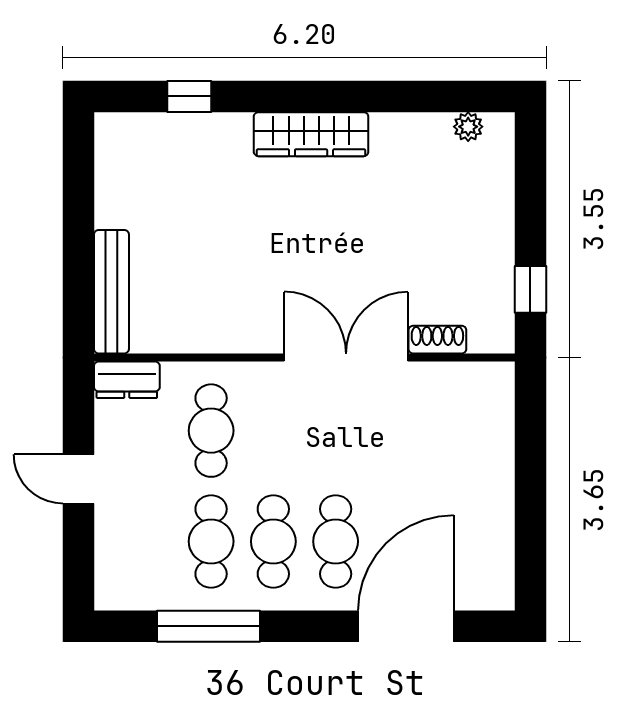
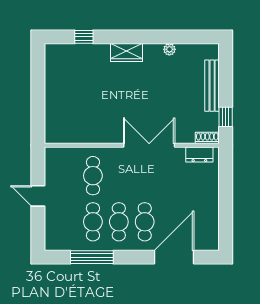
plant: (468, 127) -> (169, 49), moved
wardrobe: (311, 134) -> (127, 52), width x0.67
bench: (111, 292) -> (212, 86), moved
shoe rack: (437, 340) -> (207, 138), moved
dresser: (127, 380) -> (199, 155), moved

